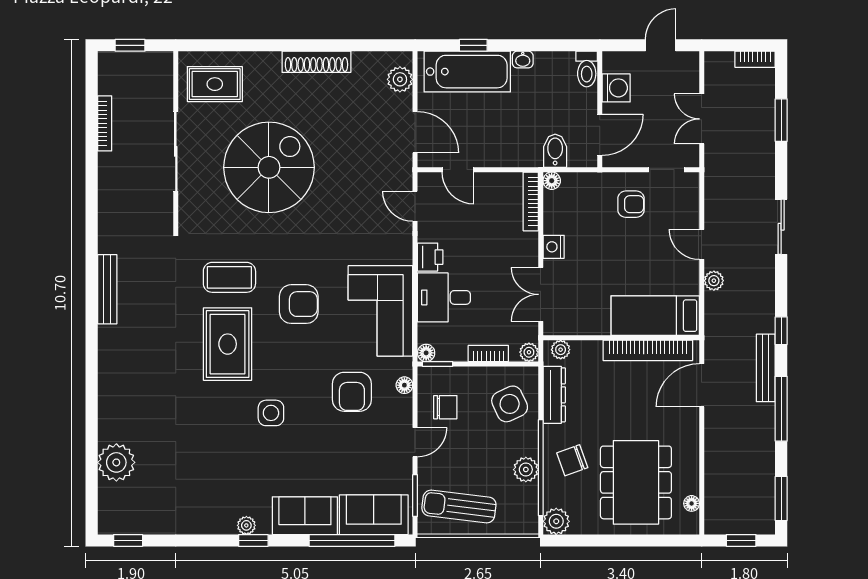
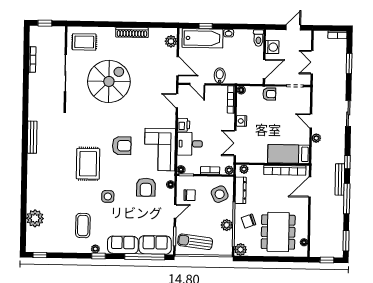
bidet: (555, 151) -> (220, 76), moved
armchair: (631, 204) -> (269, 94), moved
coffee table: (229, 277) -> (83, 226), moved, turned 90

